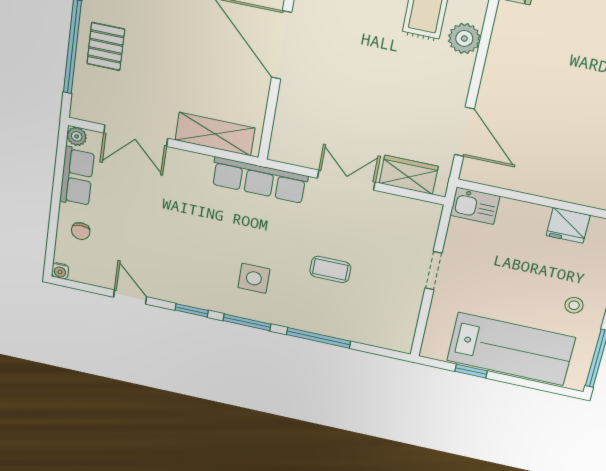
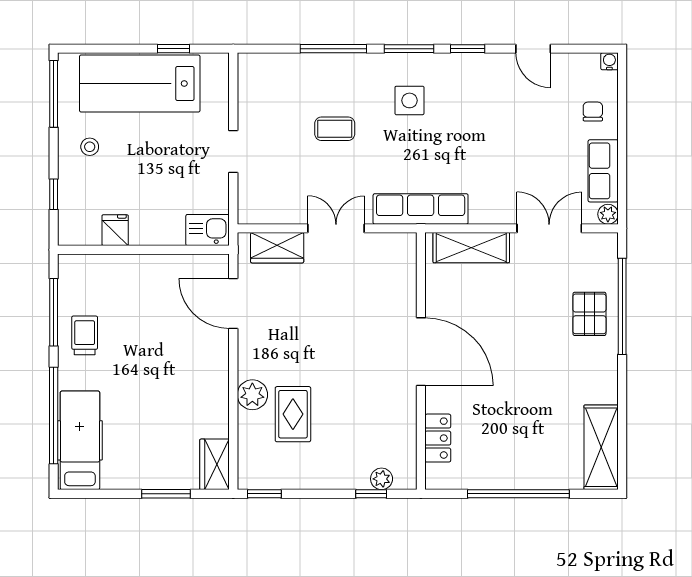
double door: (346, 180) -> (336, 228), swing flipped
fridge: (568, 225) -> (115, 230), width x0.72

